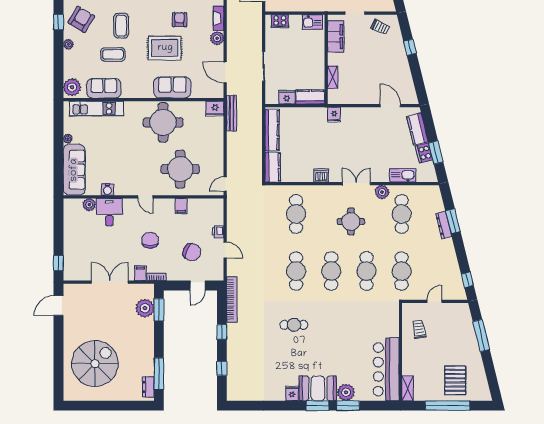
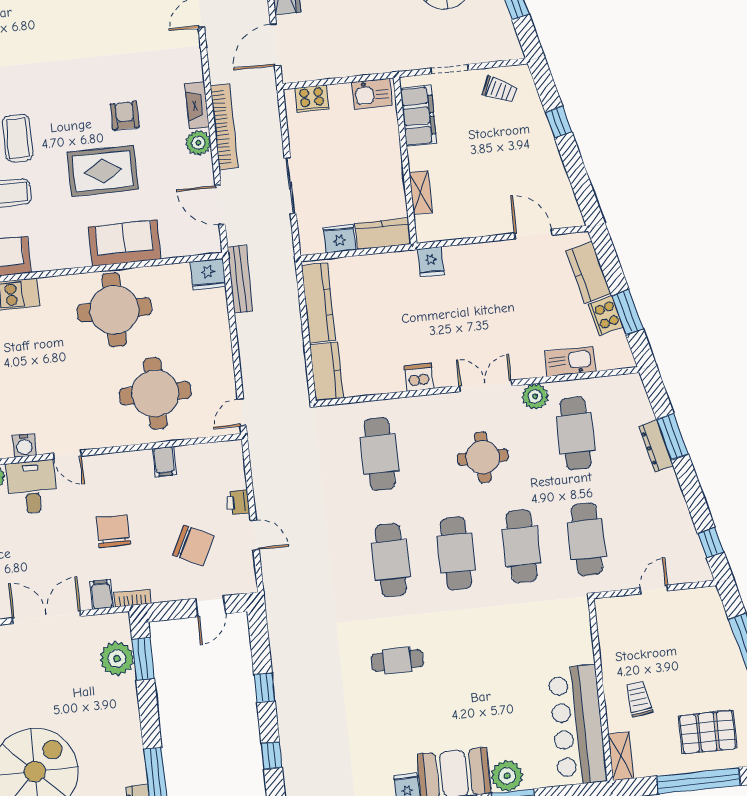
door: (145, 197) -> (67, 455), moved
bookcase: (232, 299) -> (224, 127), moved
trolley: (419, 329) -> (639, 699), moved
pallet: (455, 380) -> (708, 732), turned 90

